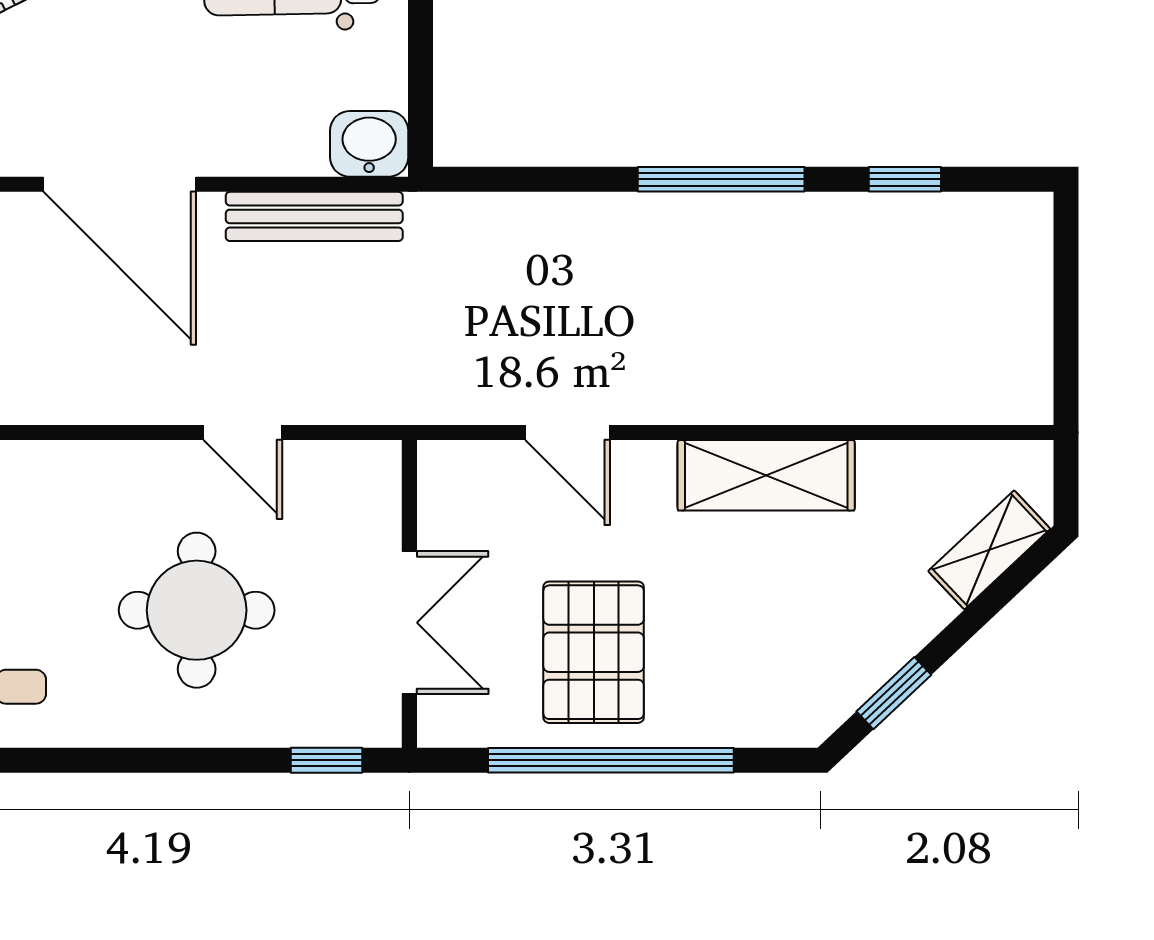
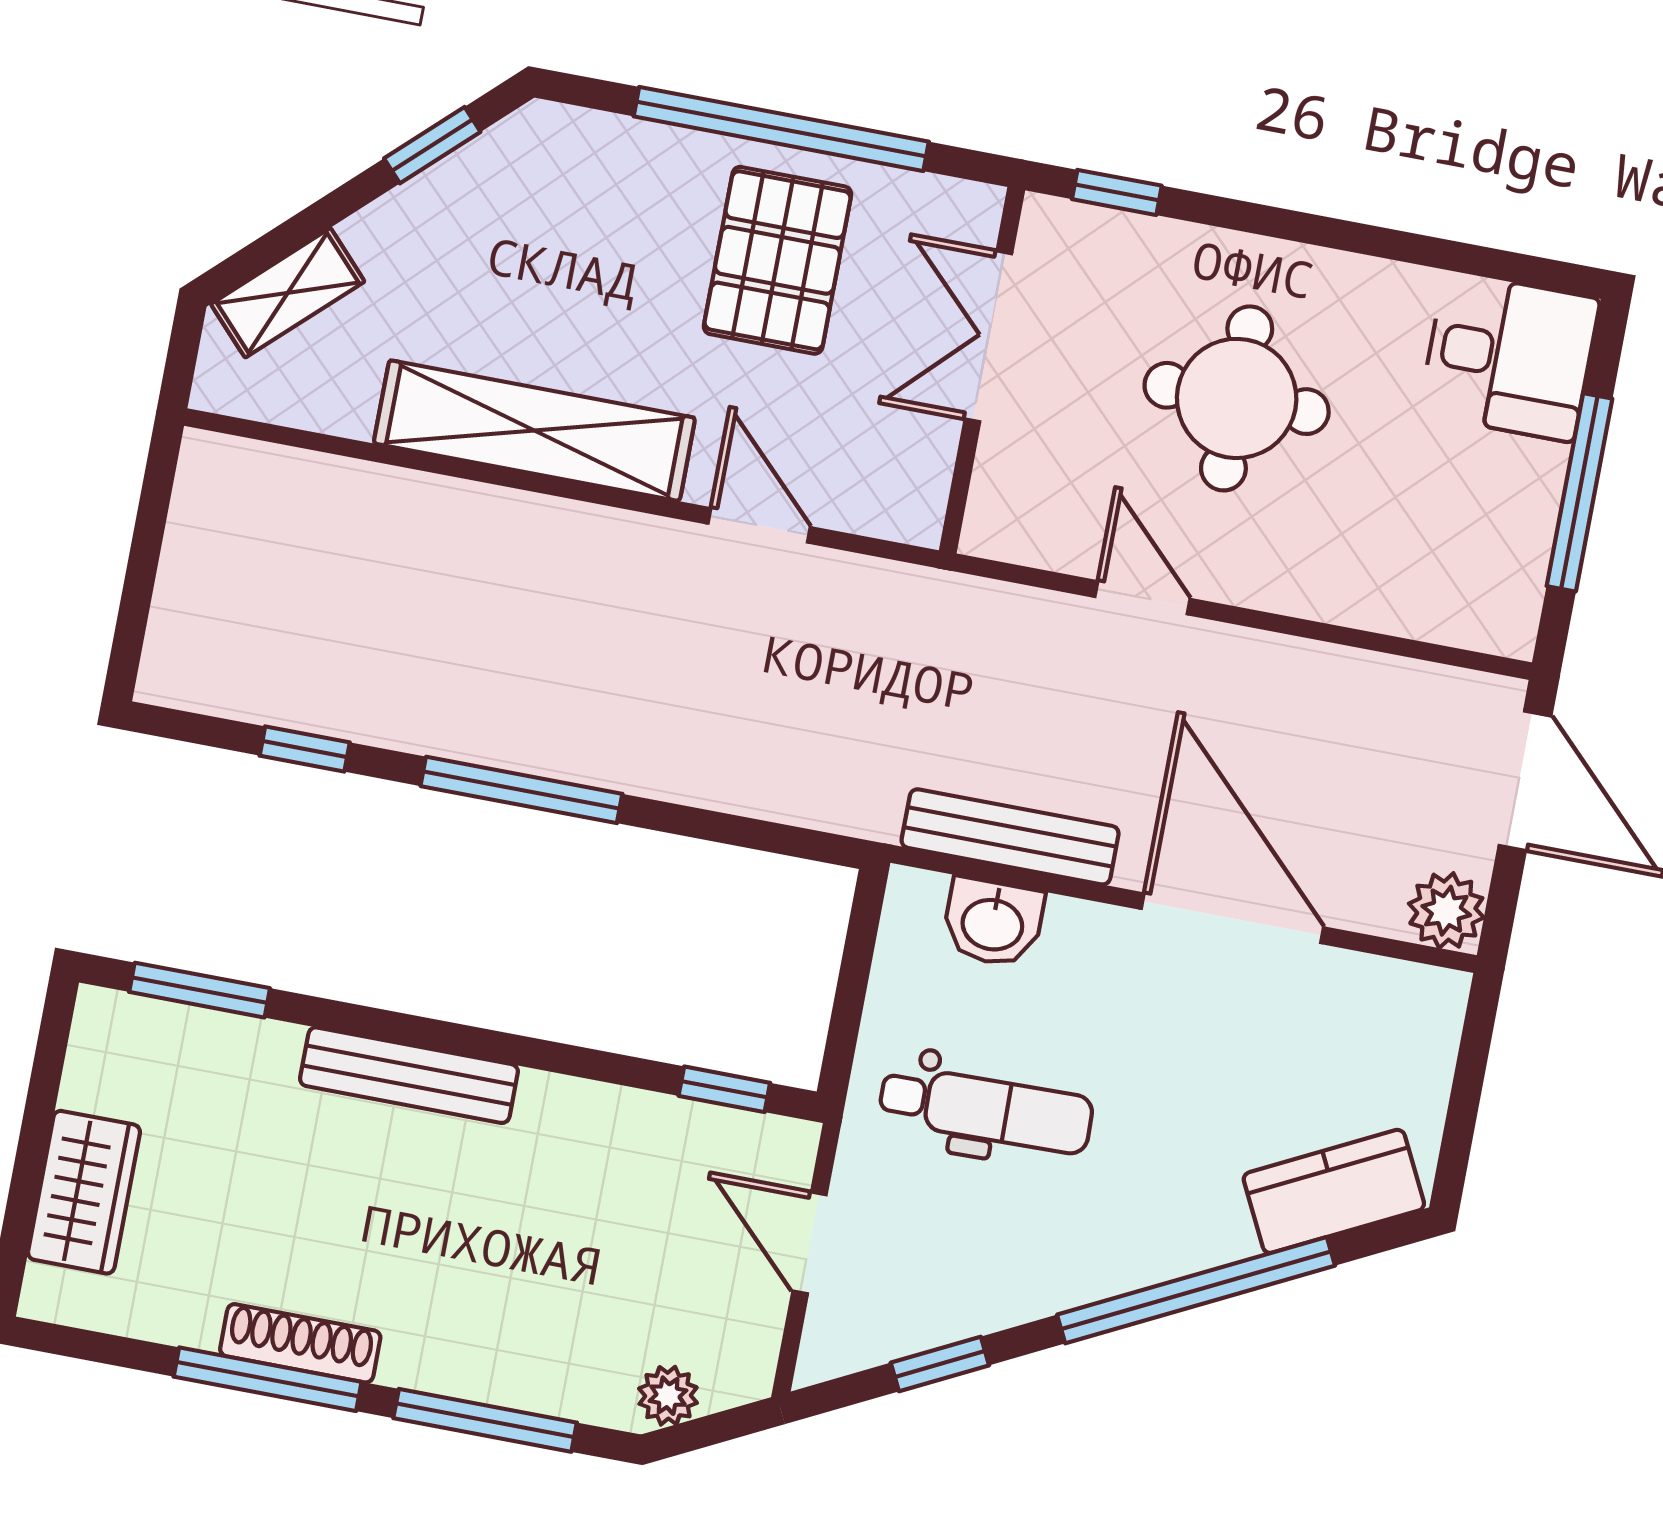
washbasin: (369, 144) -> (993, 922), moved
shelving: (766, 475) -> (534, 431), width x1.47

